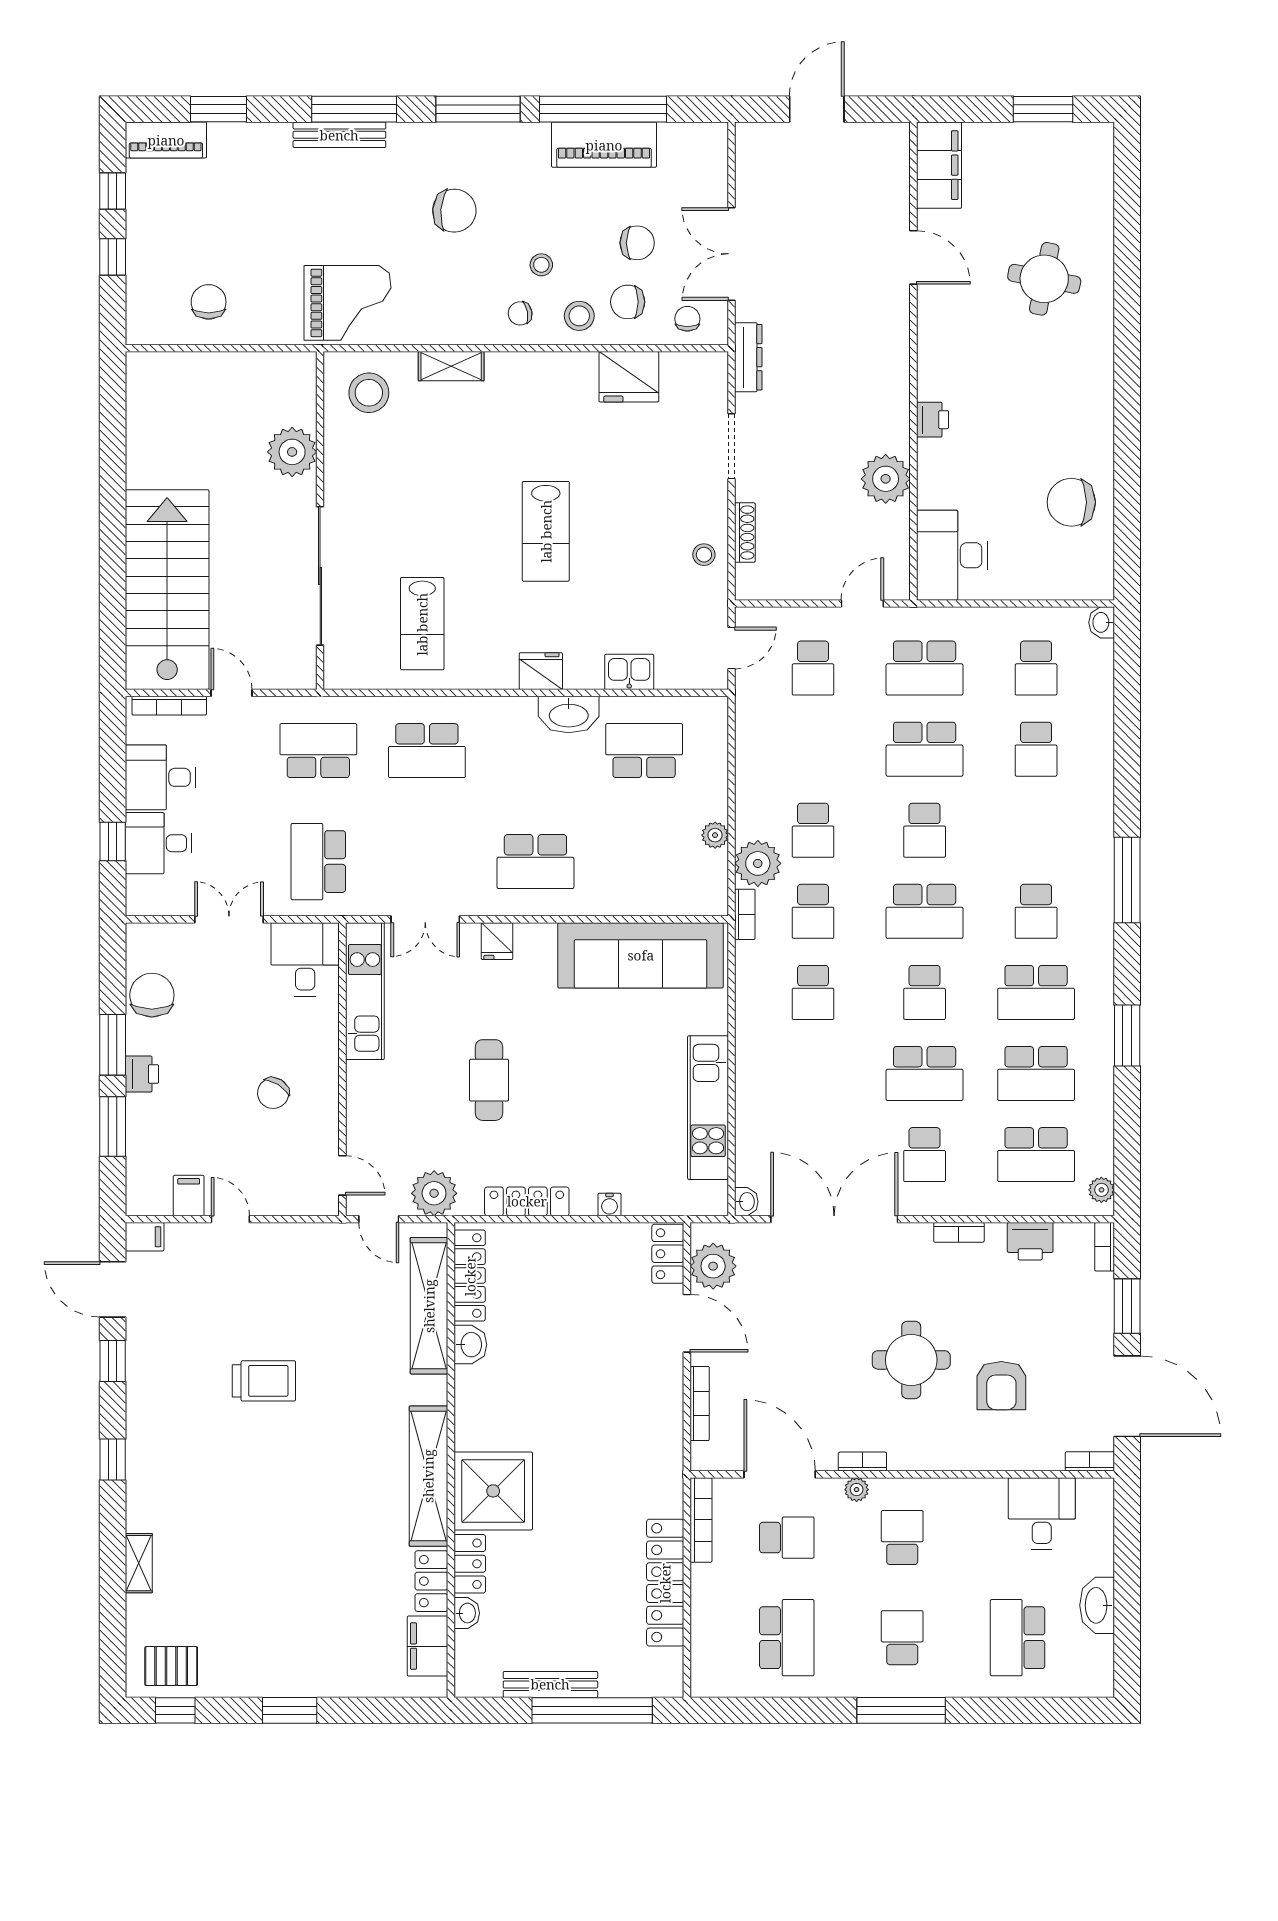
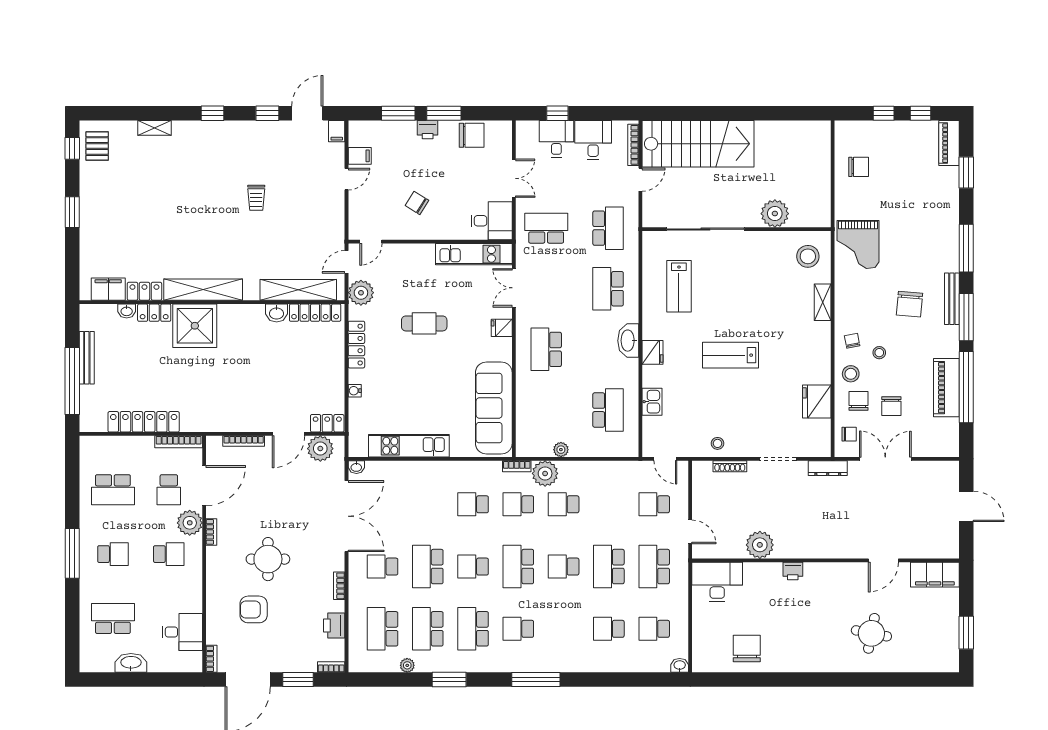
bench: (339, 135) -> (952, 299), moved
lab bench: (422, 624) -> (679, 286), turned -90
washbasin: (569, 714) -> (628, 341), moved
plant: (1101, 1190) -> (407, 665), moved
trolley: (264, 1381) -> (256, 198), width x0.73, depth x0.72
plant: (857, 1490) -> (190, 523), width x1.87, depth x1.87

